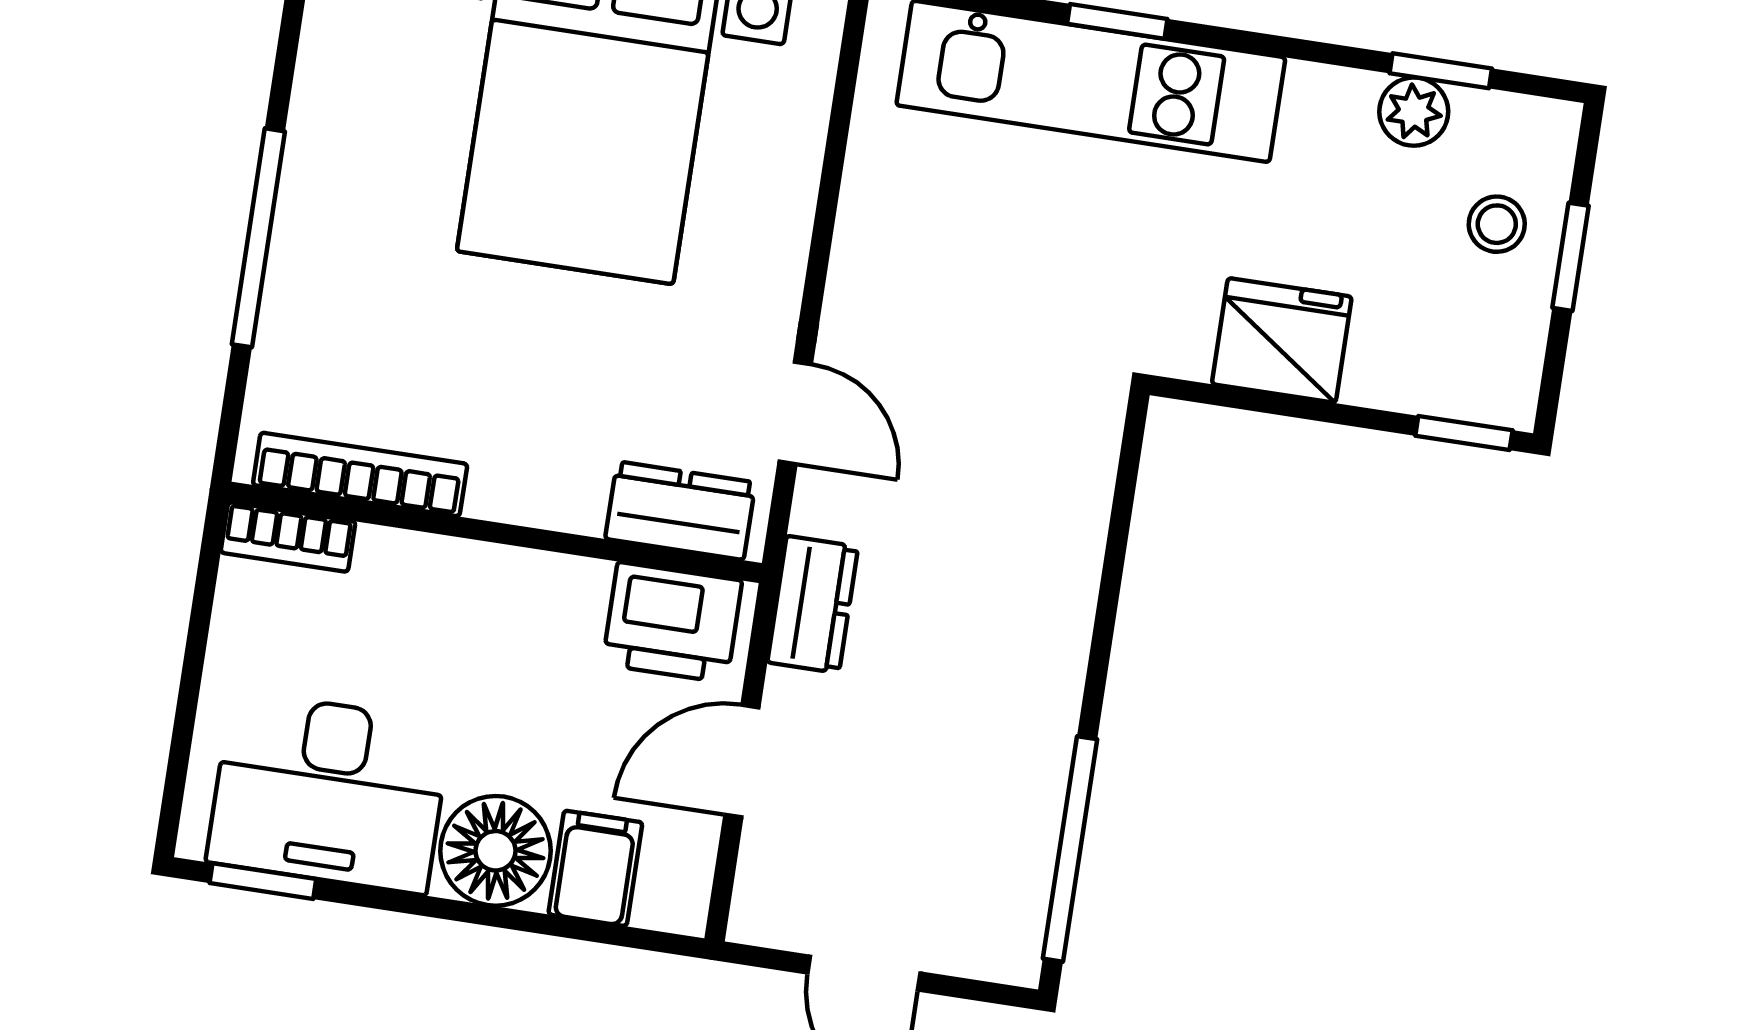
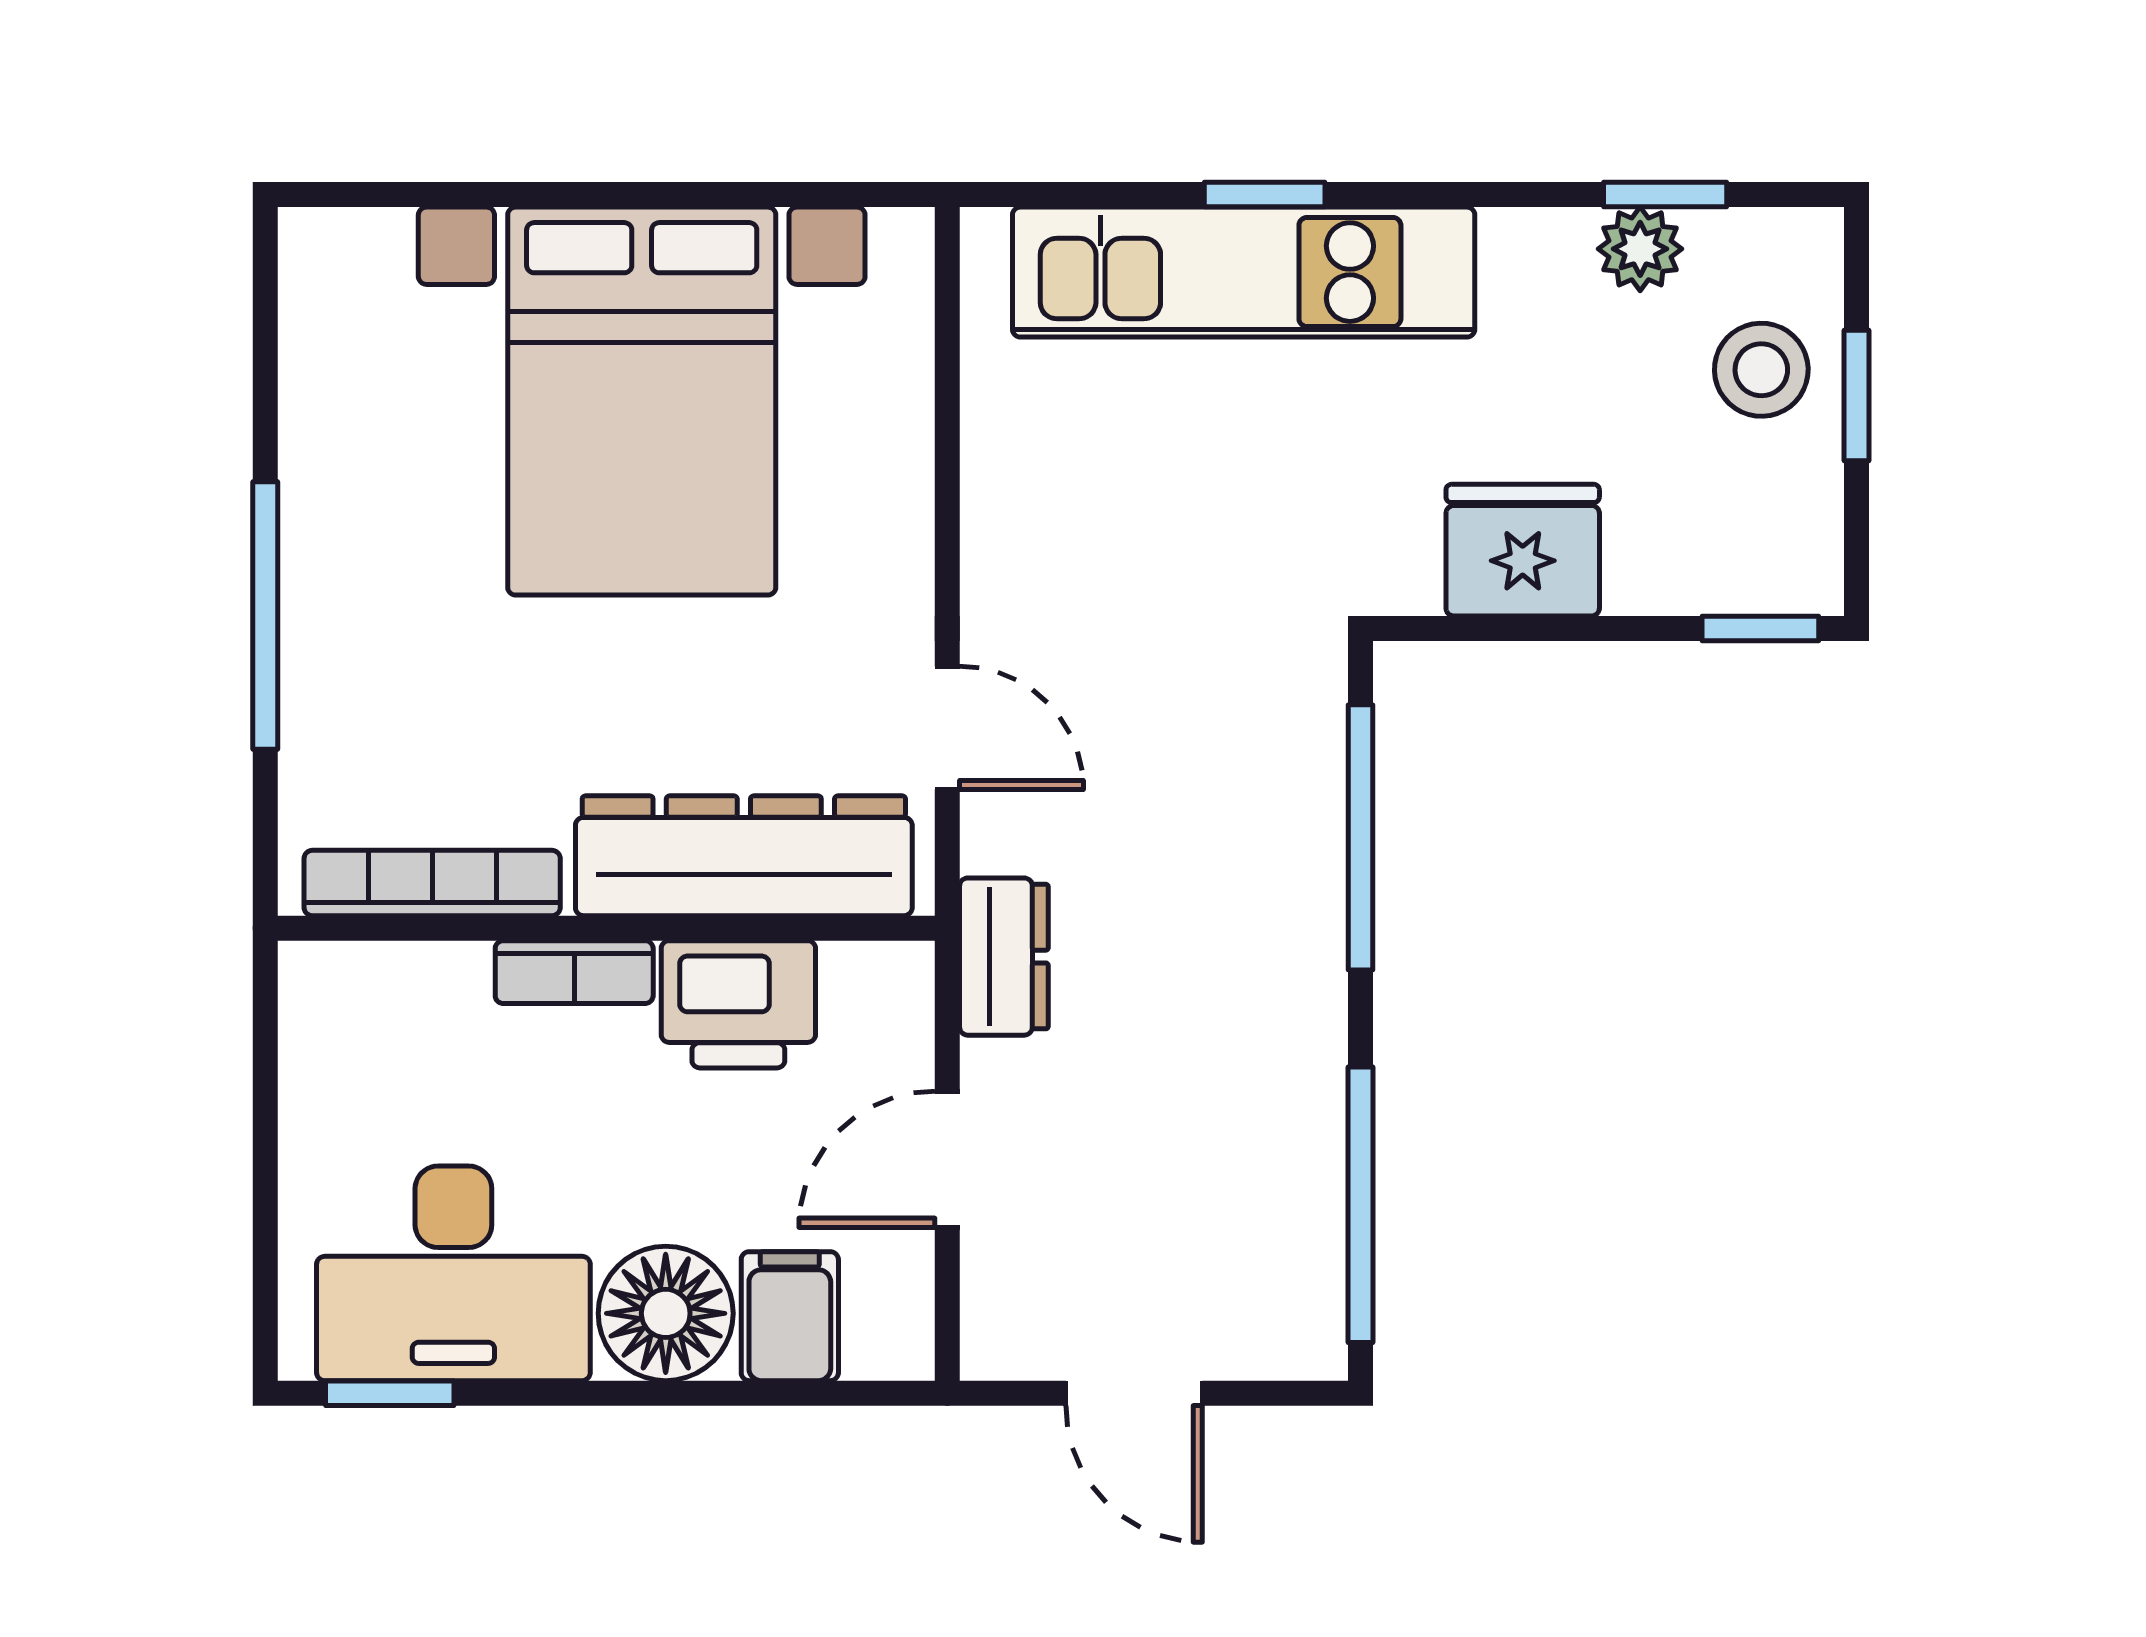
stool: (1497, 224) -> (1761, 370), width x1.37, depth x1.37
dresser: (680, 511) -> (744, 856), width x1.96, depth x1.24
bookcase: (288, 537) -> (574, 972), moved
window: (1115, 552) -> (1361, 837), added
printer: (672, 622) -> (738, 1004), moved

